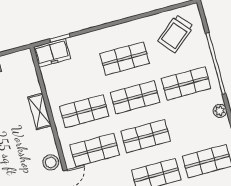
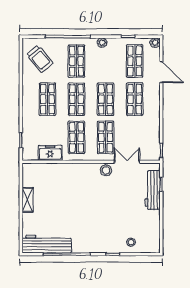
freezer: (52, 53) -> (50, 153), moved, turned -90
shelving: (40, 111) -> (68, 169), removed

